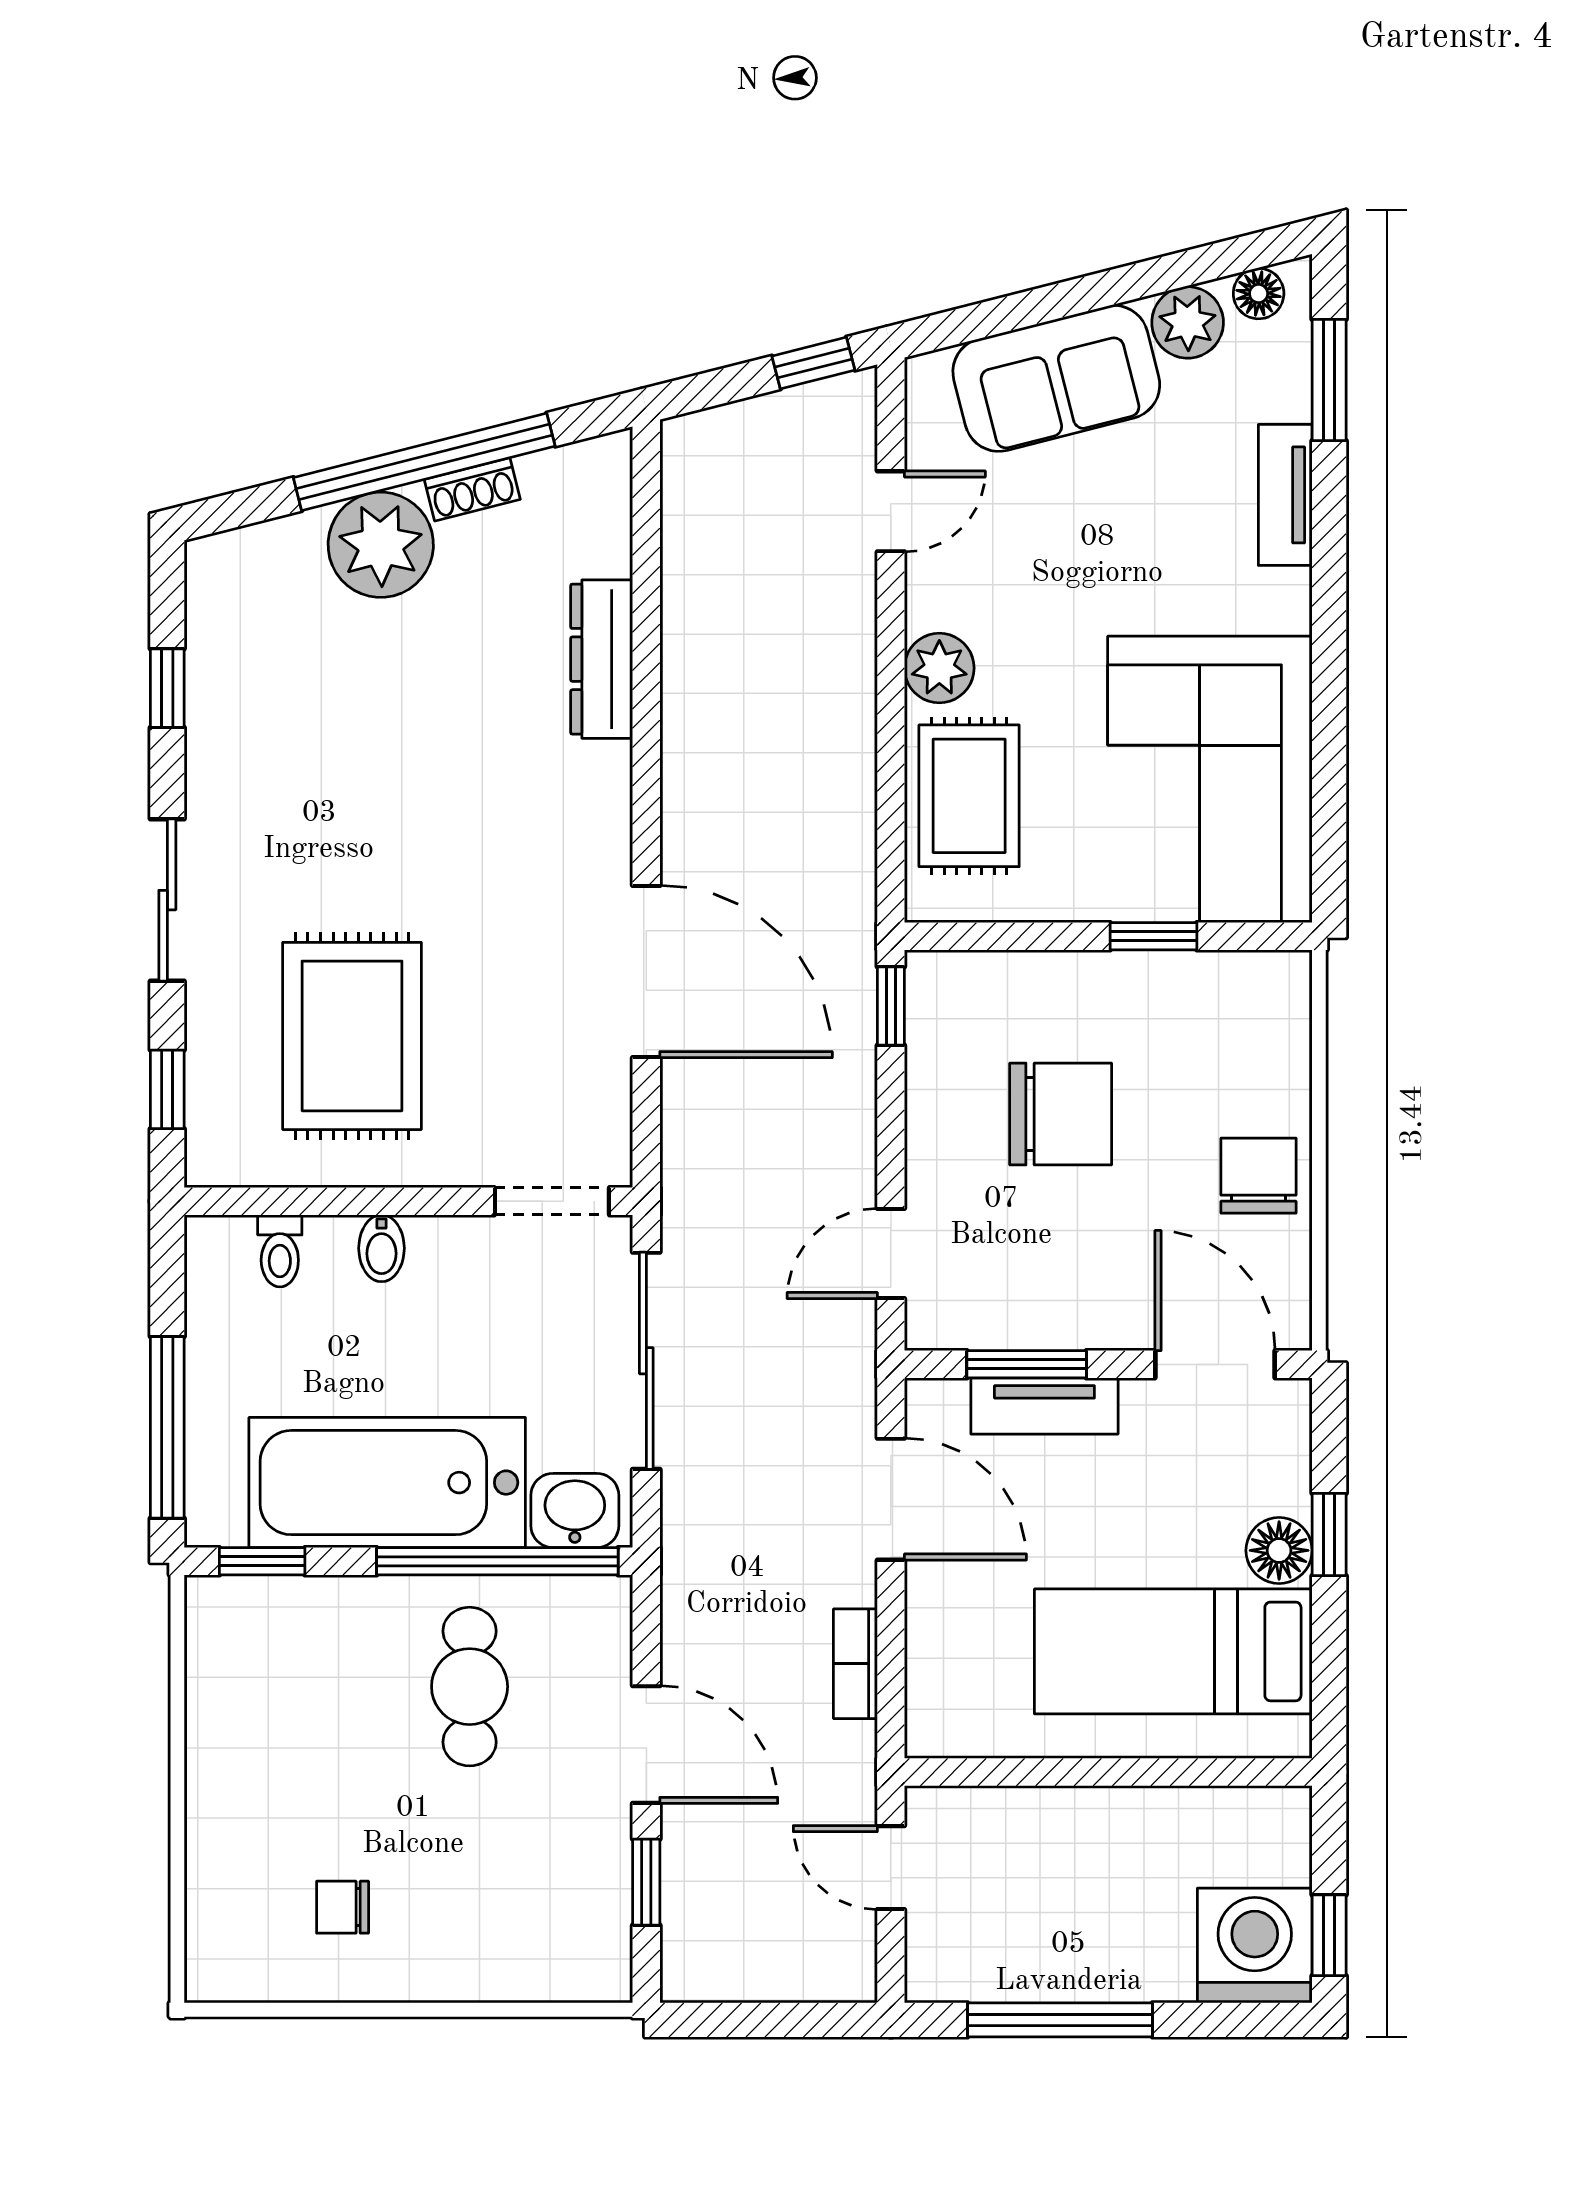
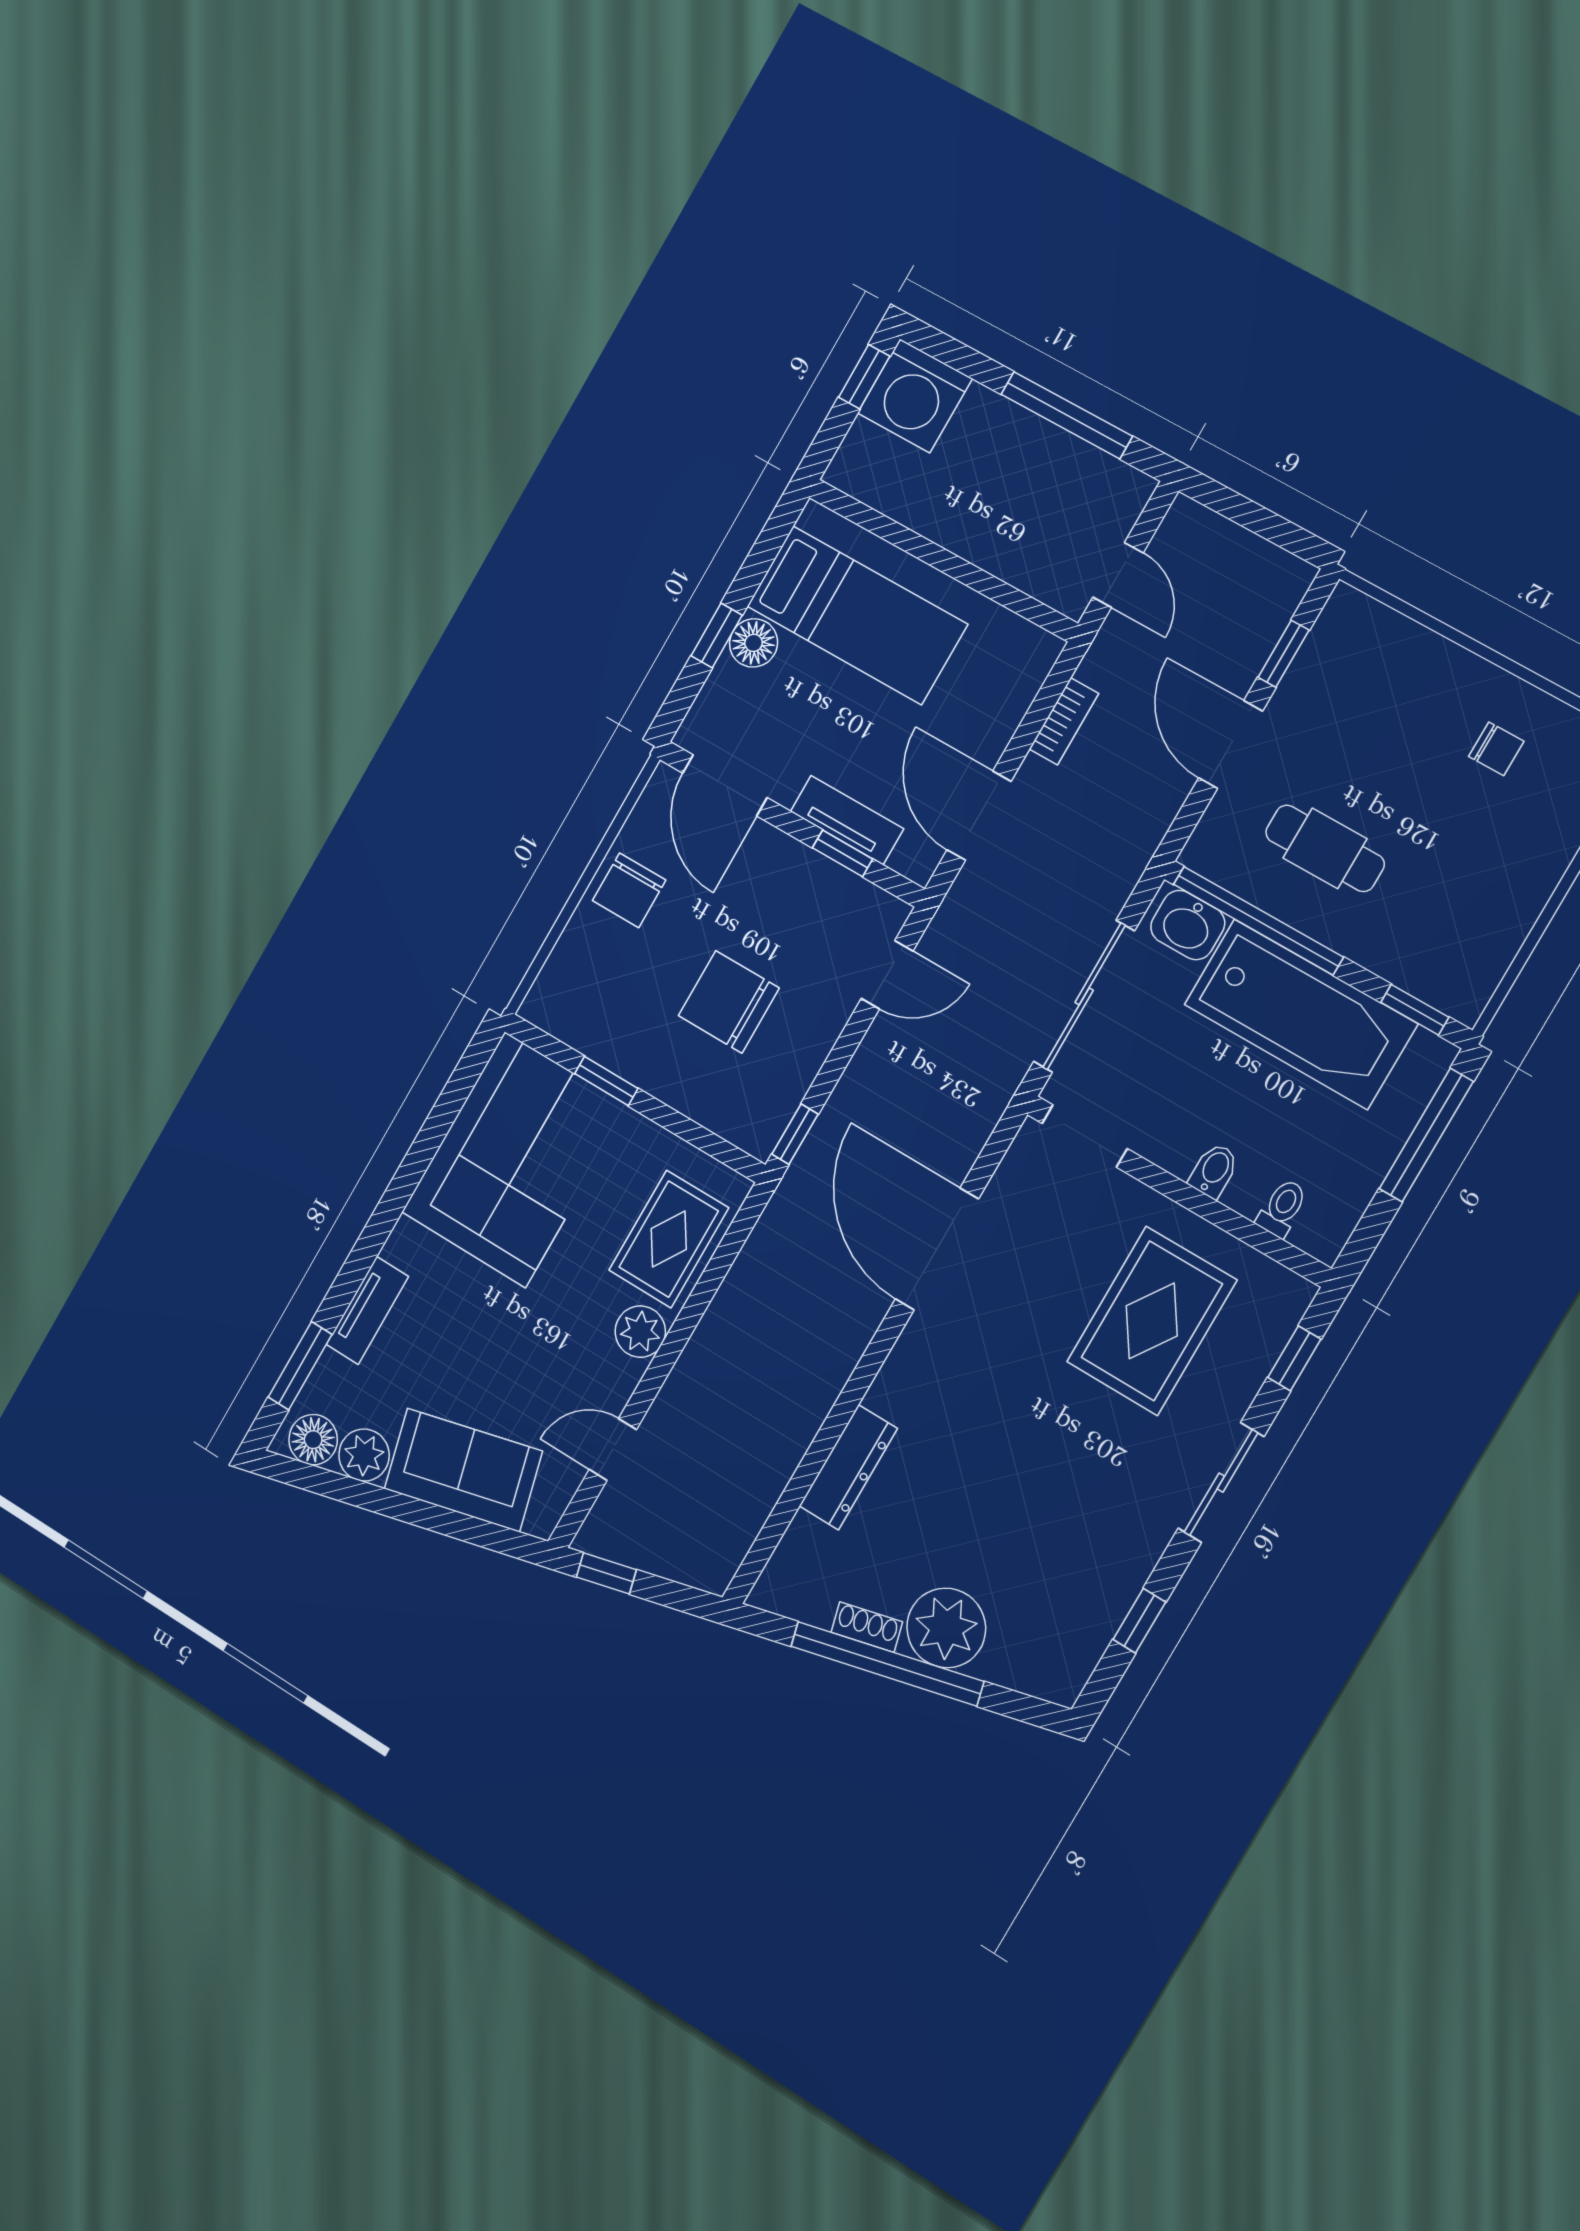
floor lamp: (1259, 294) -> (313, 1440), width x1.37, depth x1.37
window: (1027, 1364) -> (843, 853), width x0.67
cafe table: (470, 1687) -> (1325, 848), turned 90

